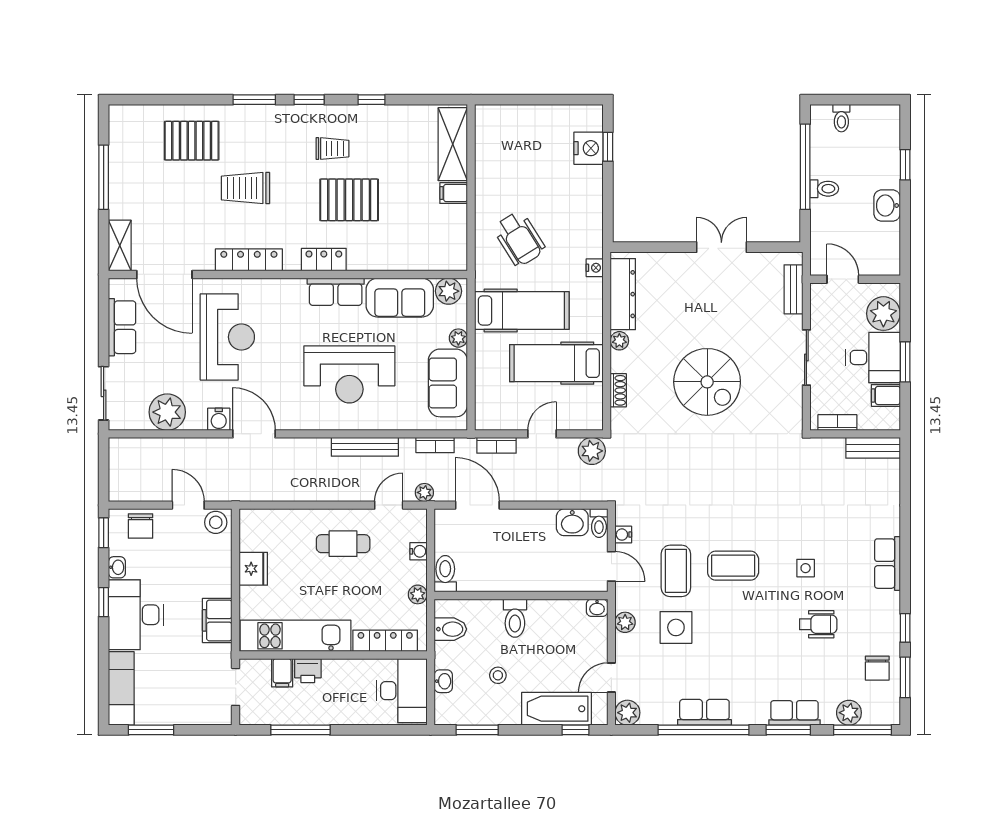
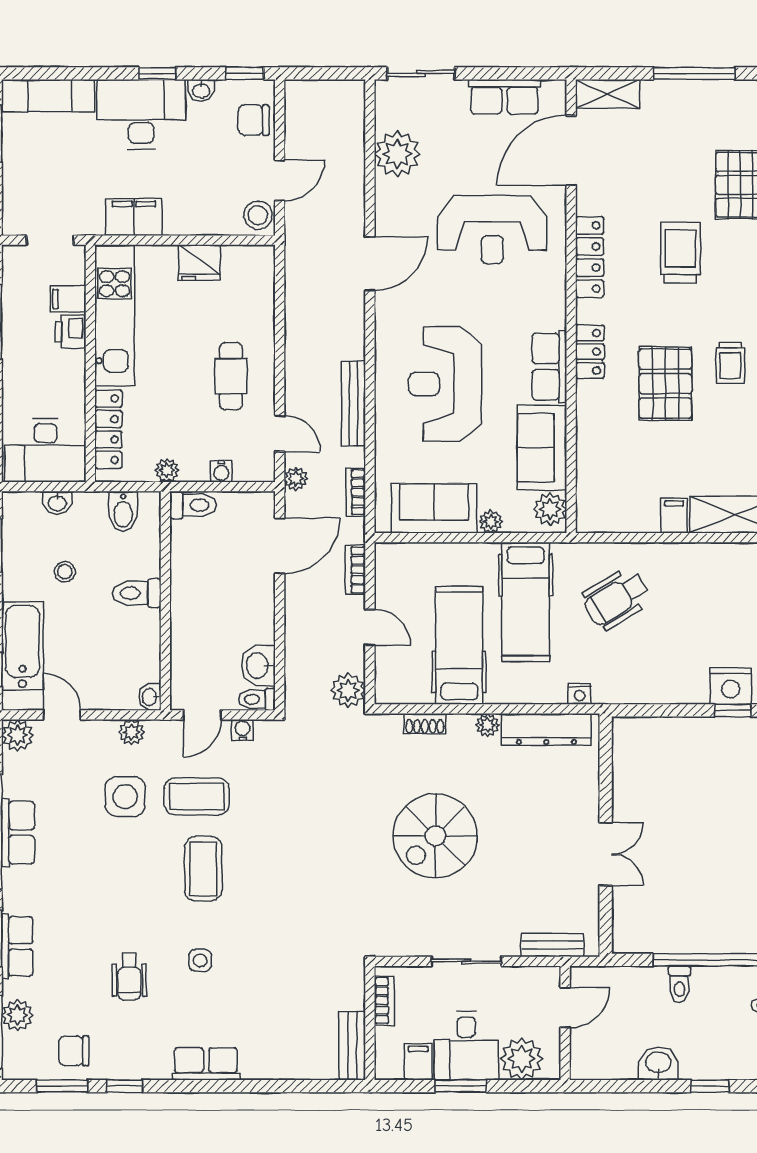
water cooler: (219, 419) -> (388, 219), removed

